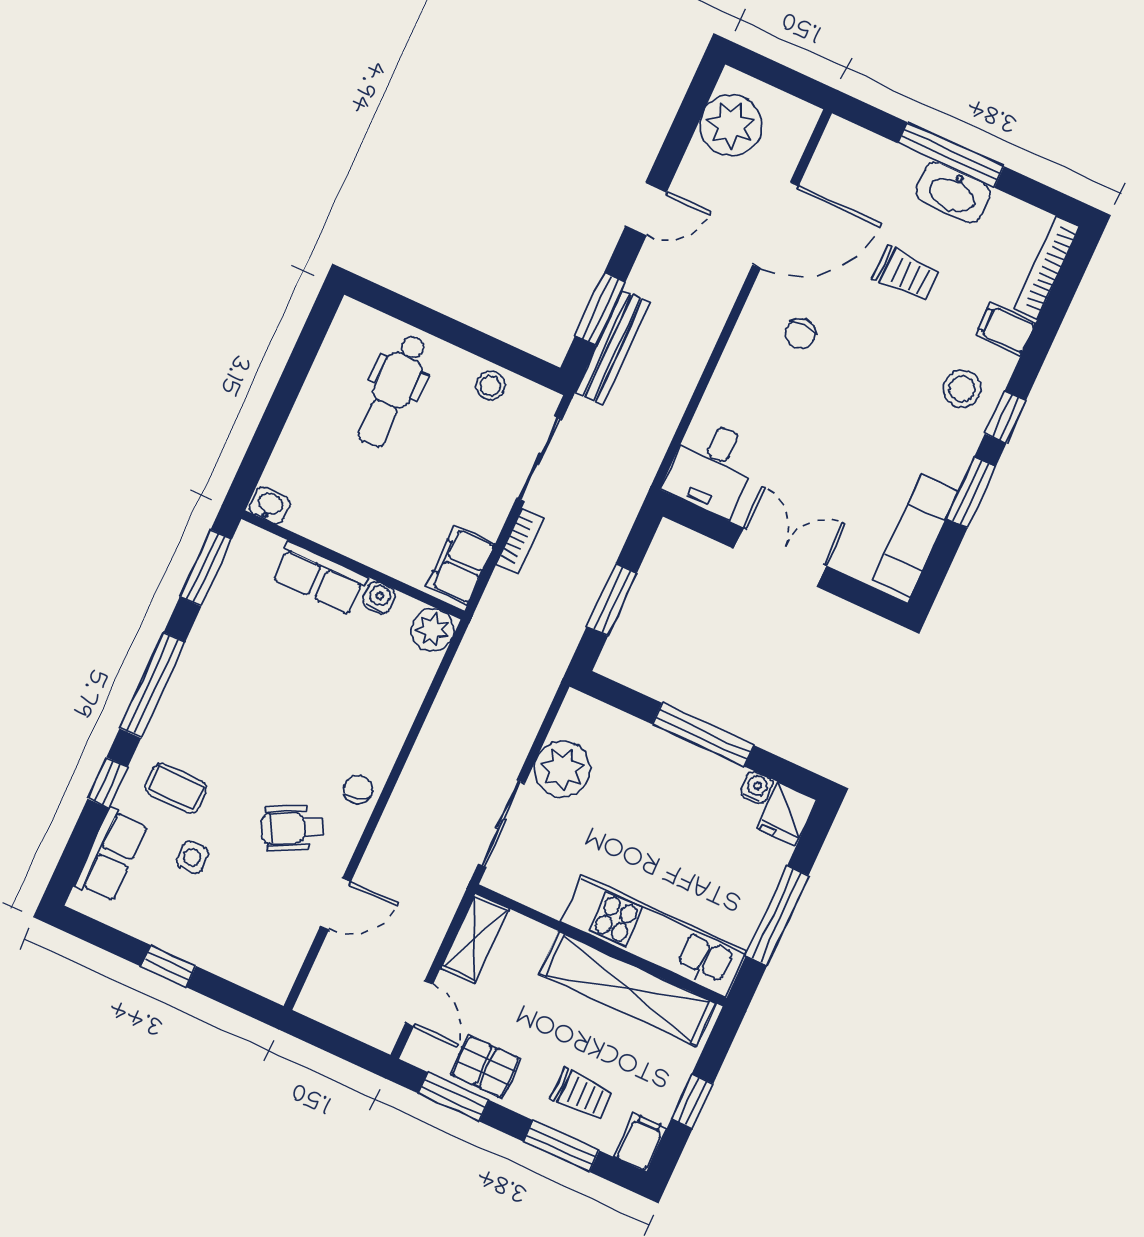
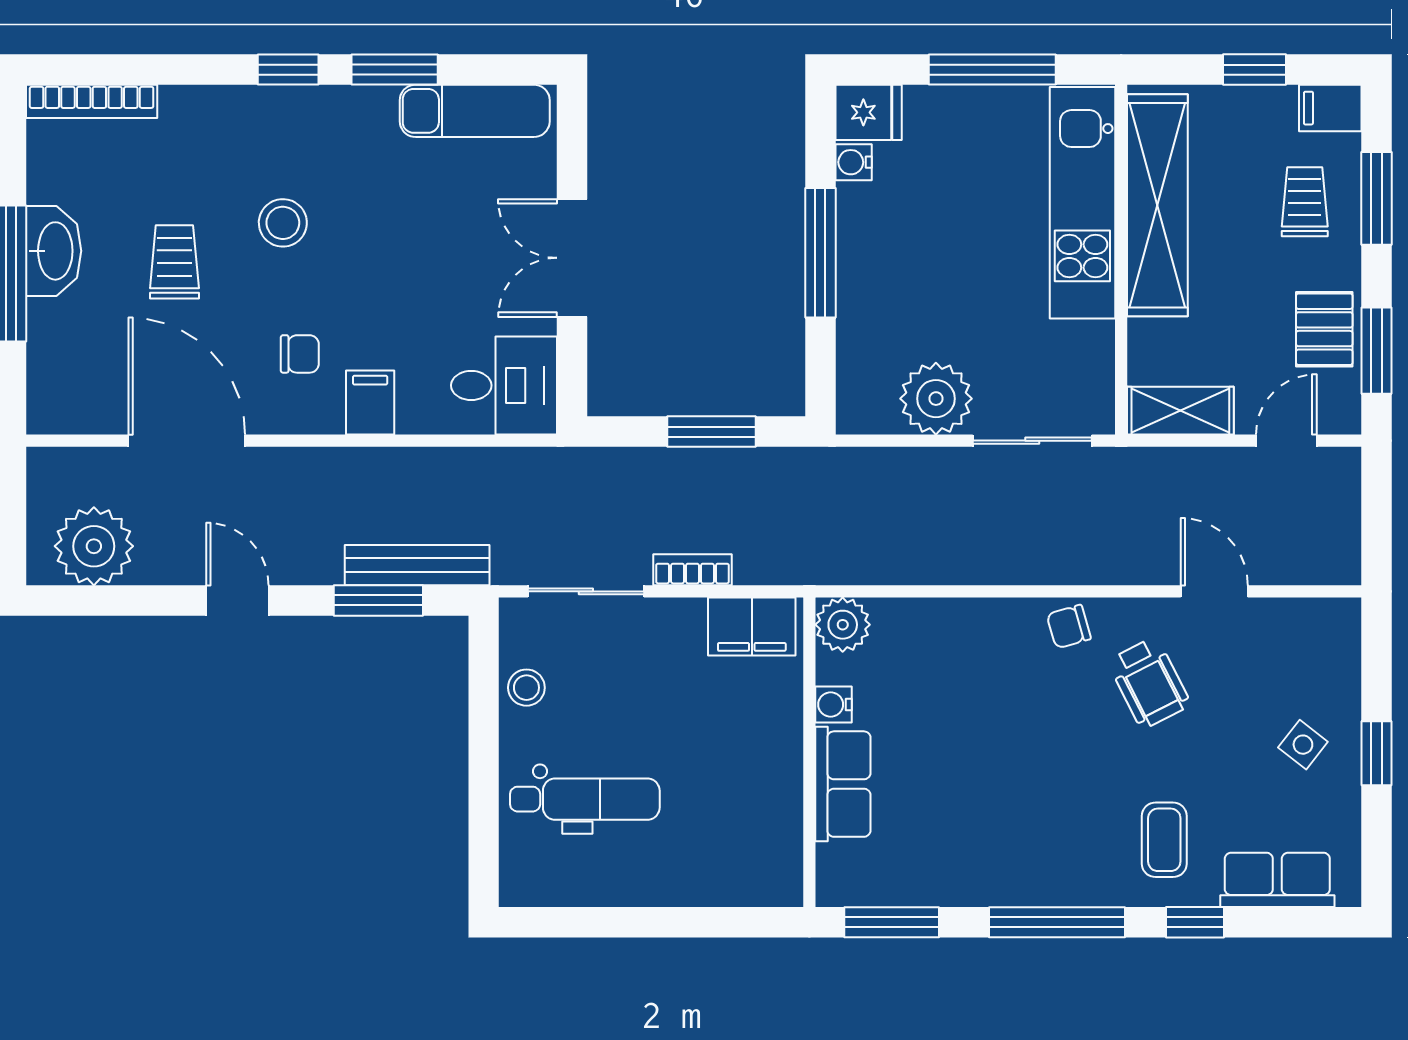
filing cabinet: (1005, 329) -> (370, 403), moved, turned 180
stool: (962, 389) -> (283, 223), moved
washbasin: (270, 505) -> (784, 881), removed
side table: (192, 857) -> (1303, 745), moved, turned 38

